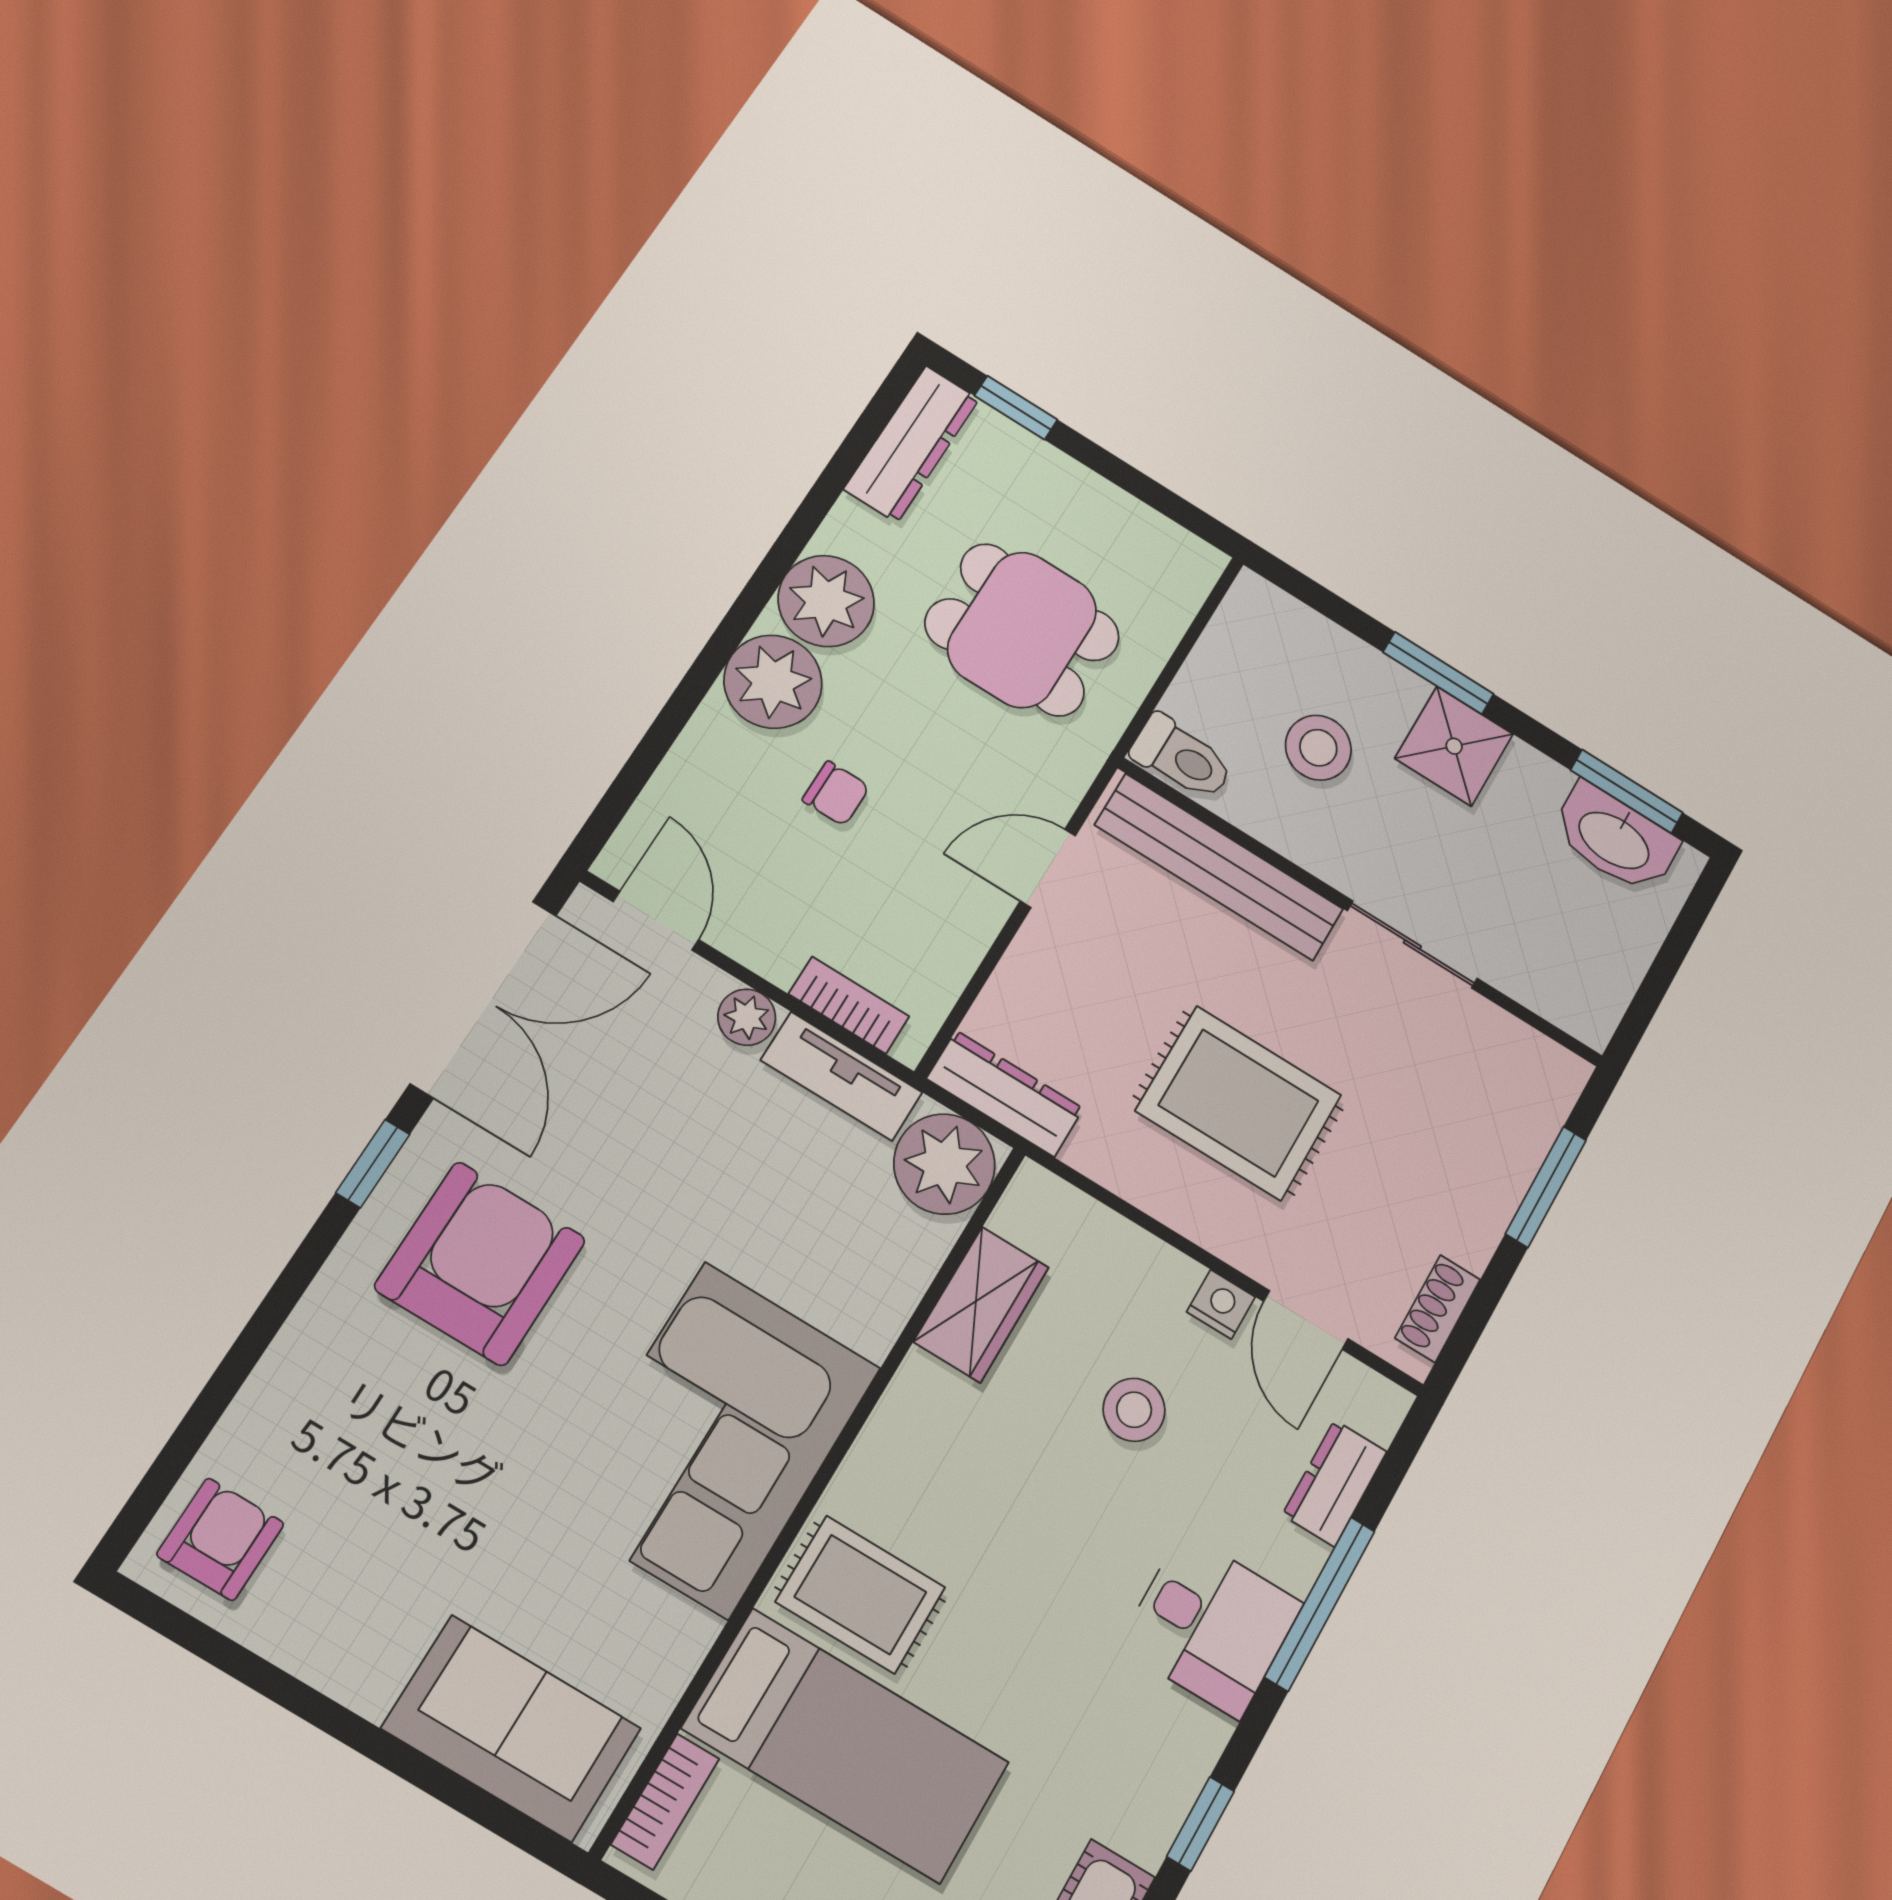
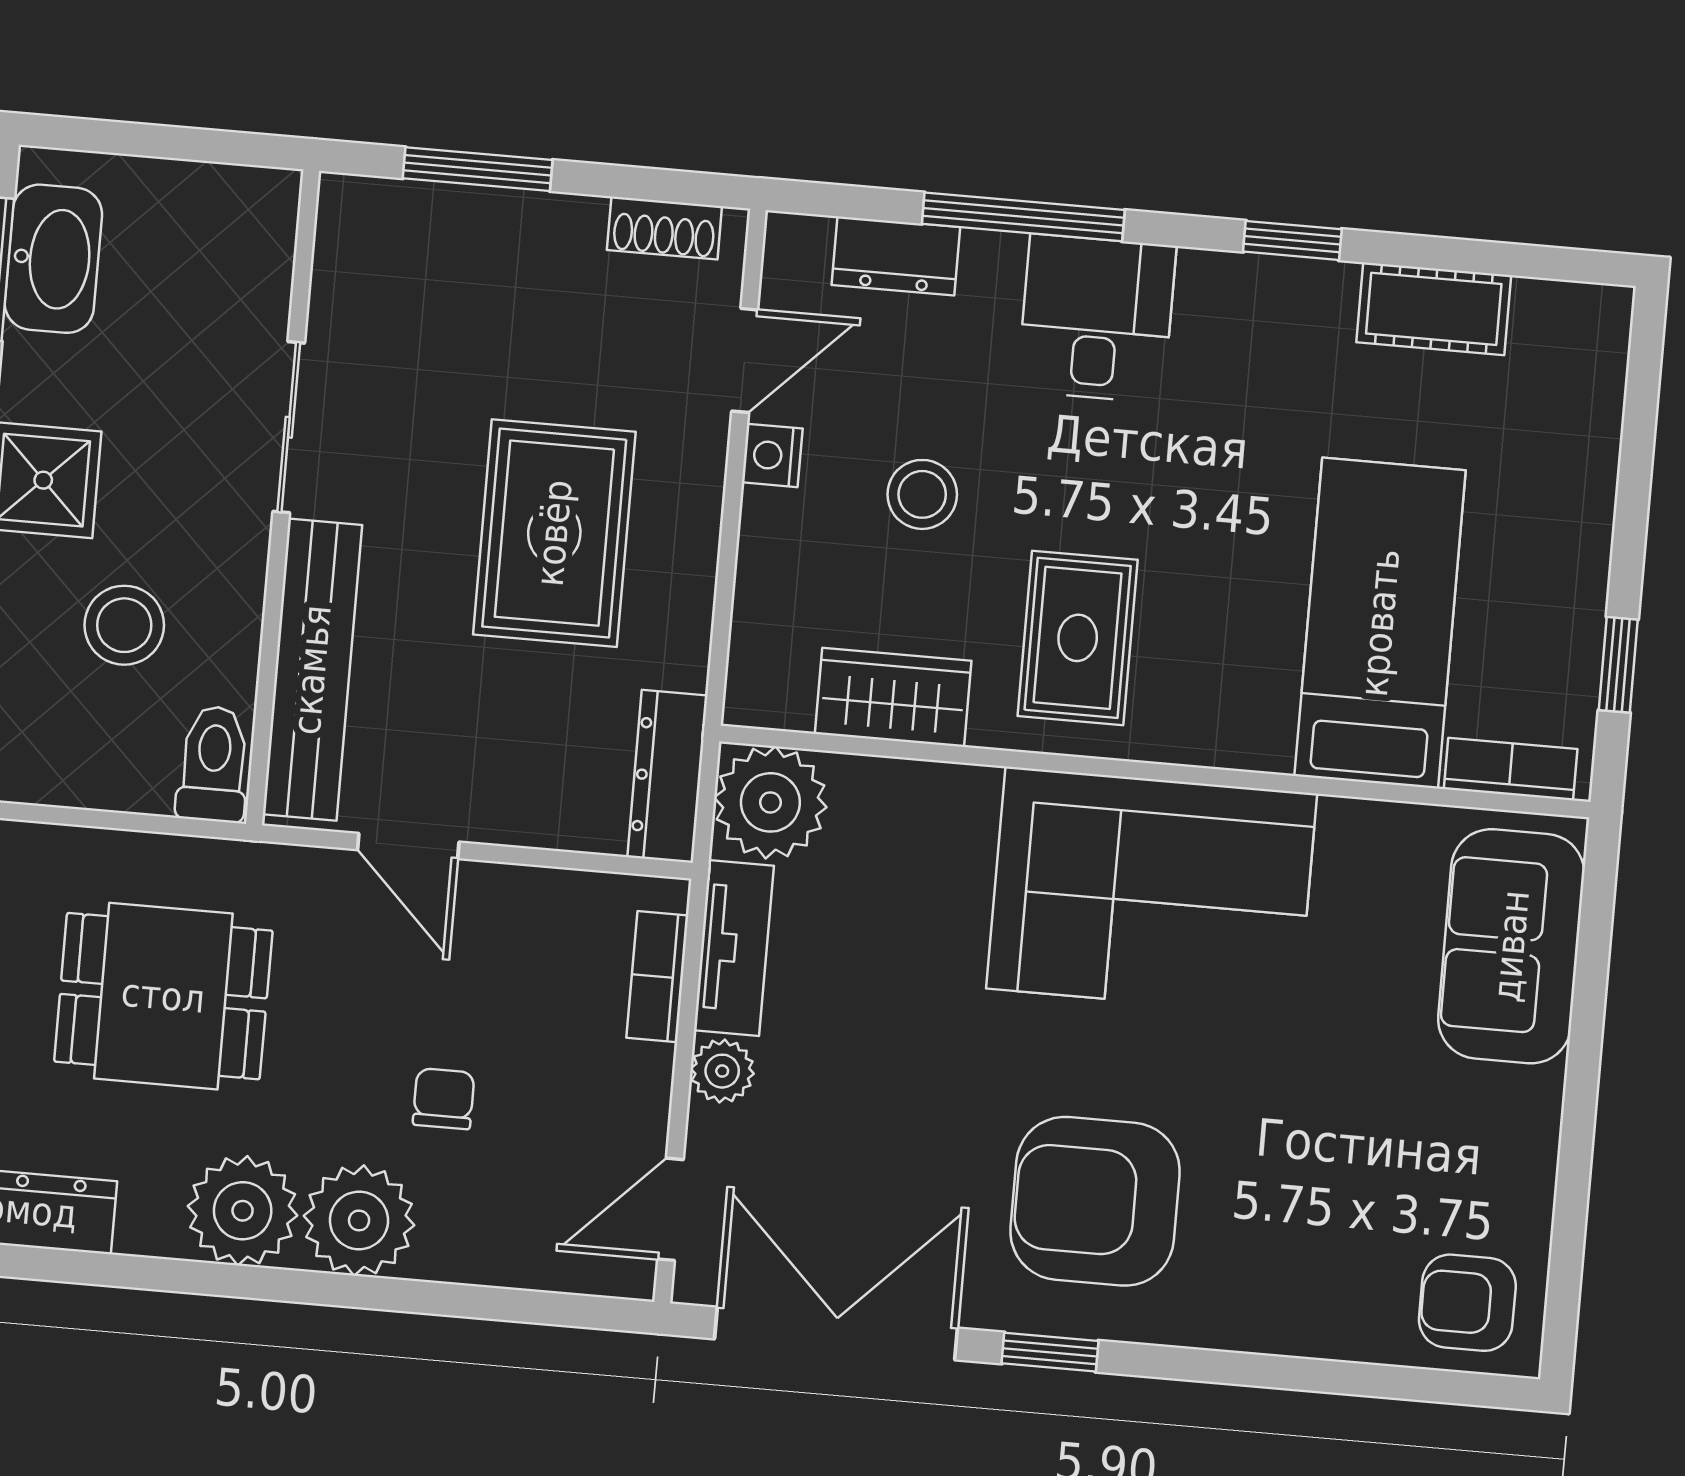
dining table: (1022, 630) -> (163, 996), turned 90
rug: (860, 1595) -> (1078, 638), moved

